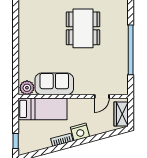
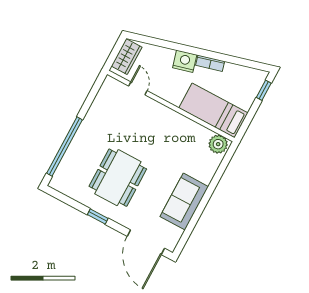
window: (131, 50) -> (64, 146), moved
sofa: (54, 84) -> (184, 202), moved, turned 90
door: (102, 96) -> (138, 88), hinge flipped

